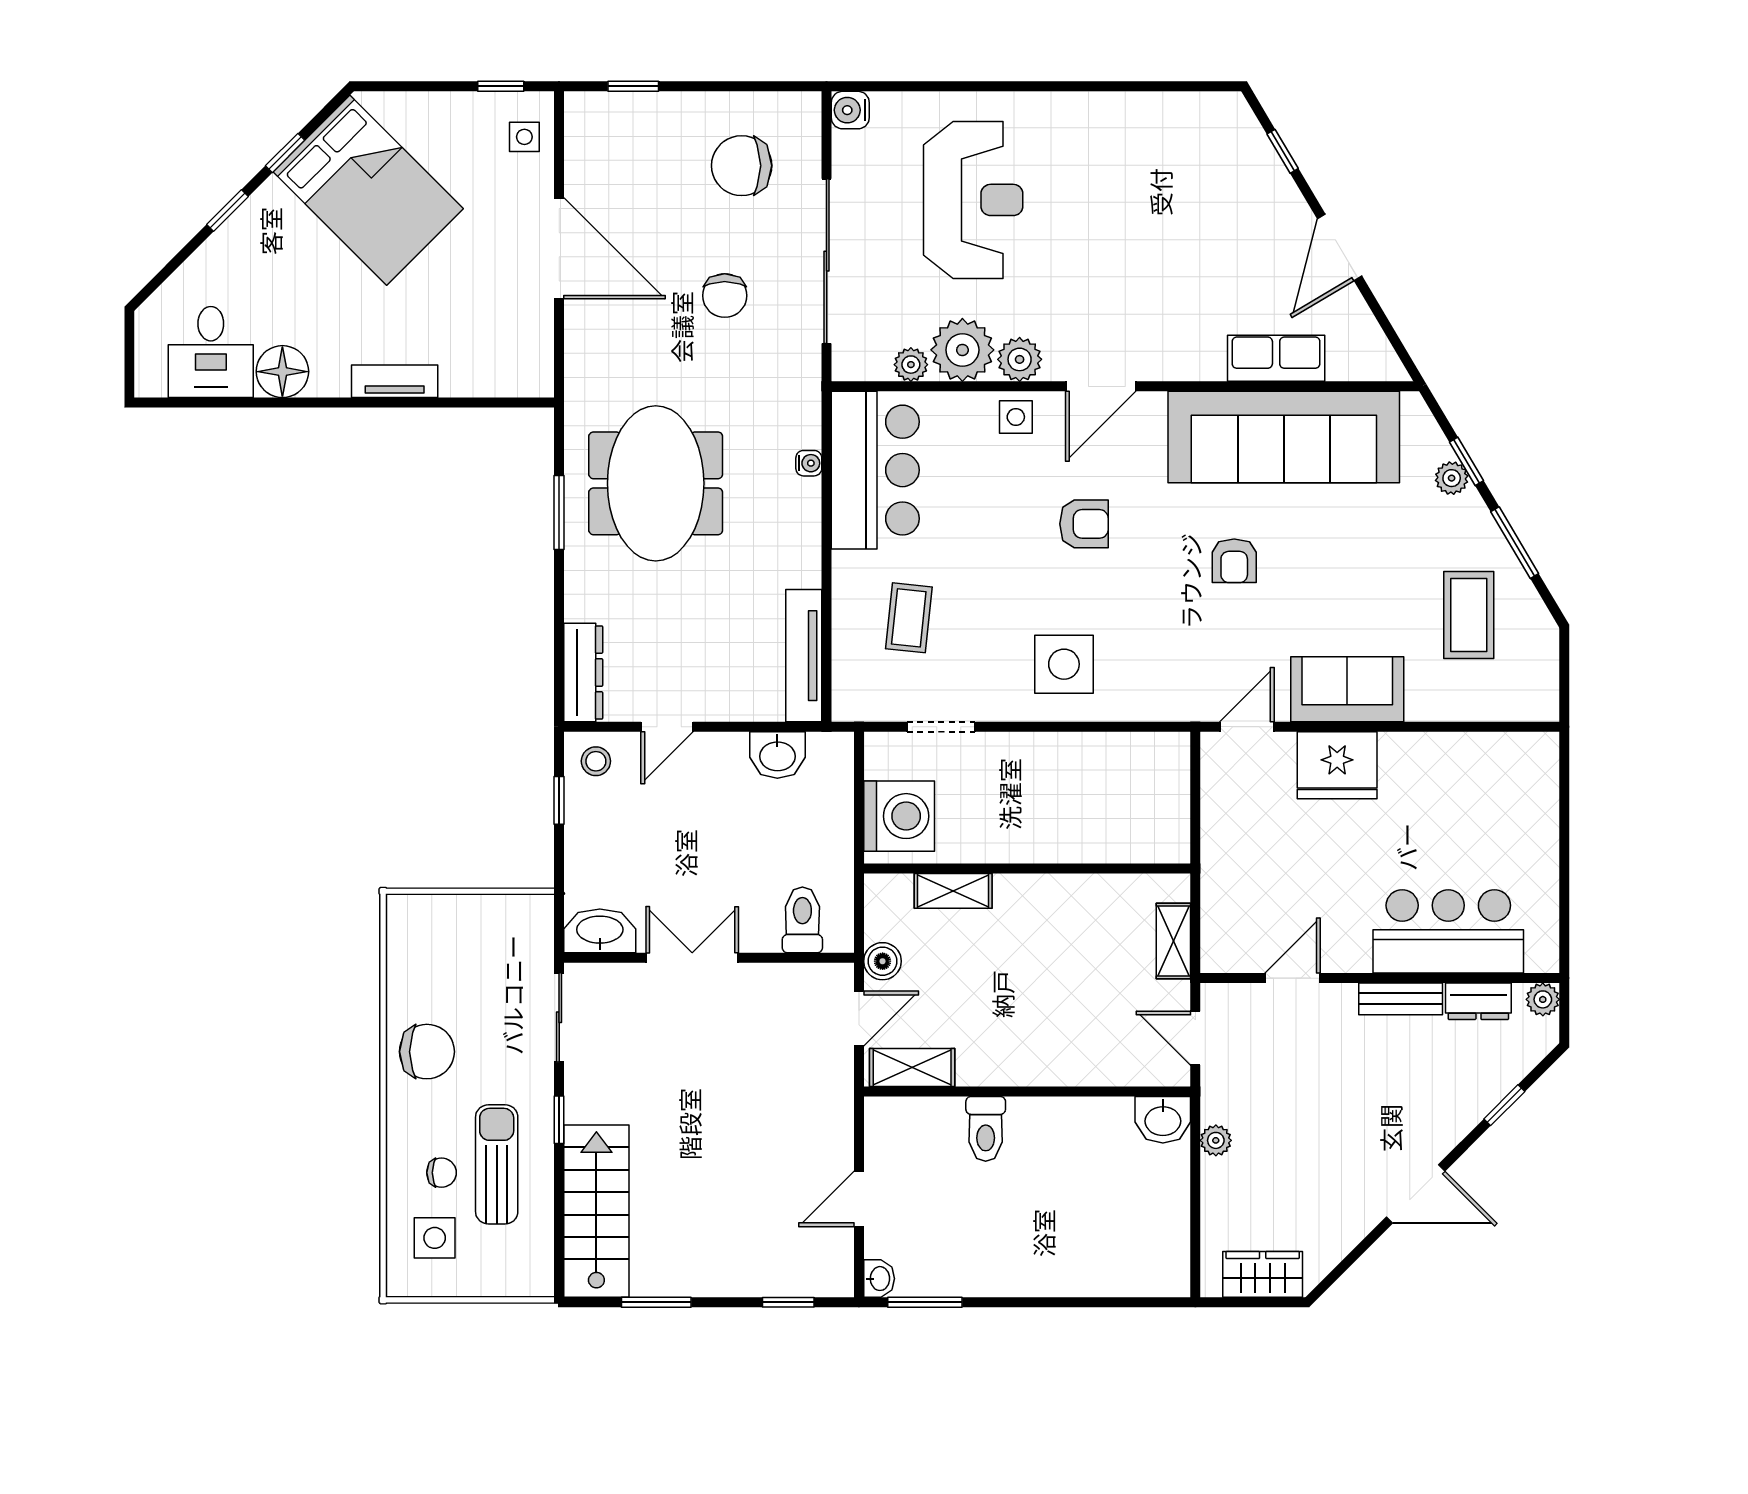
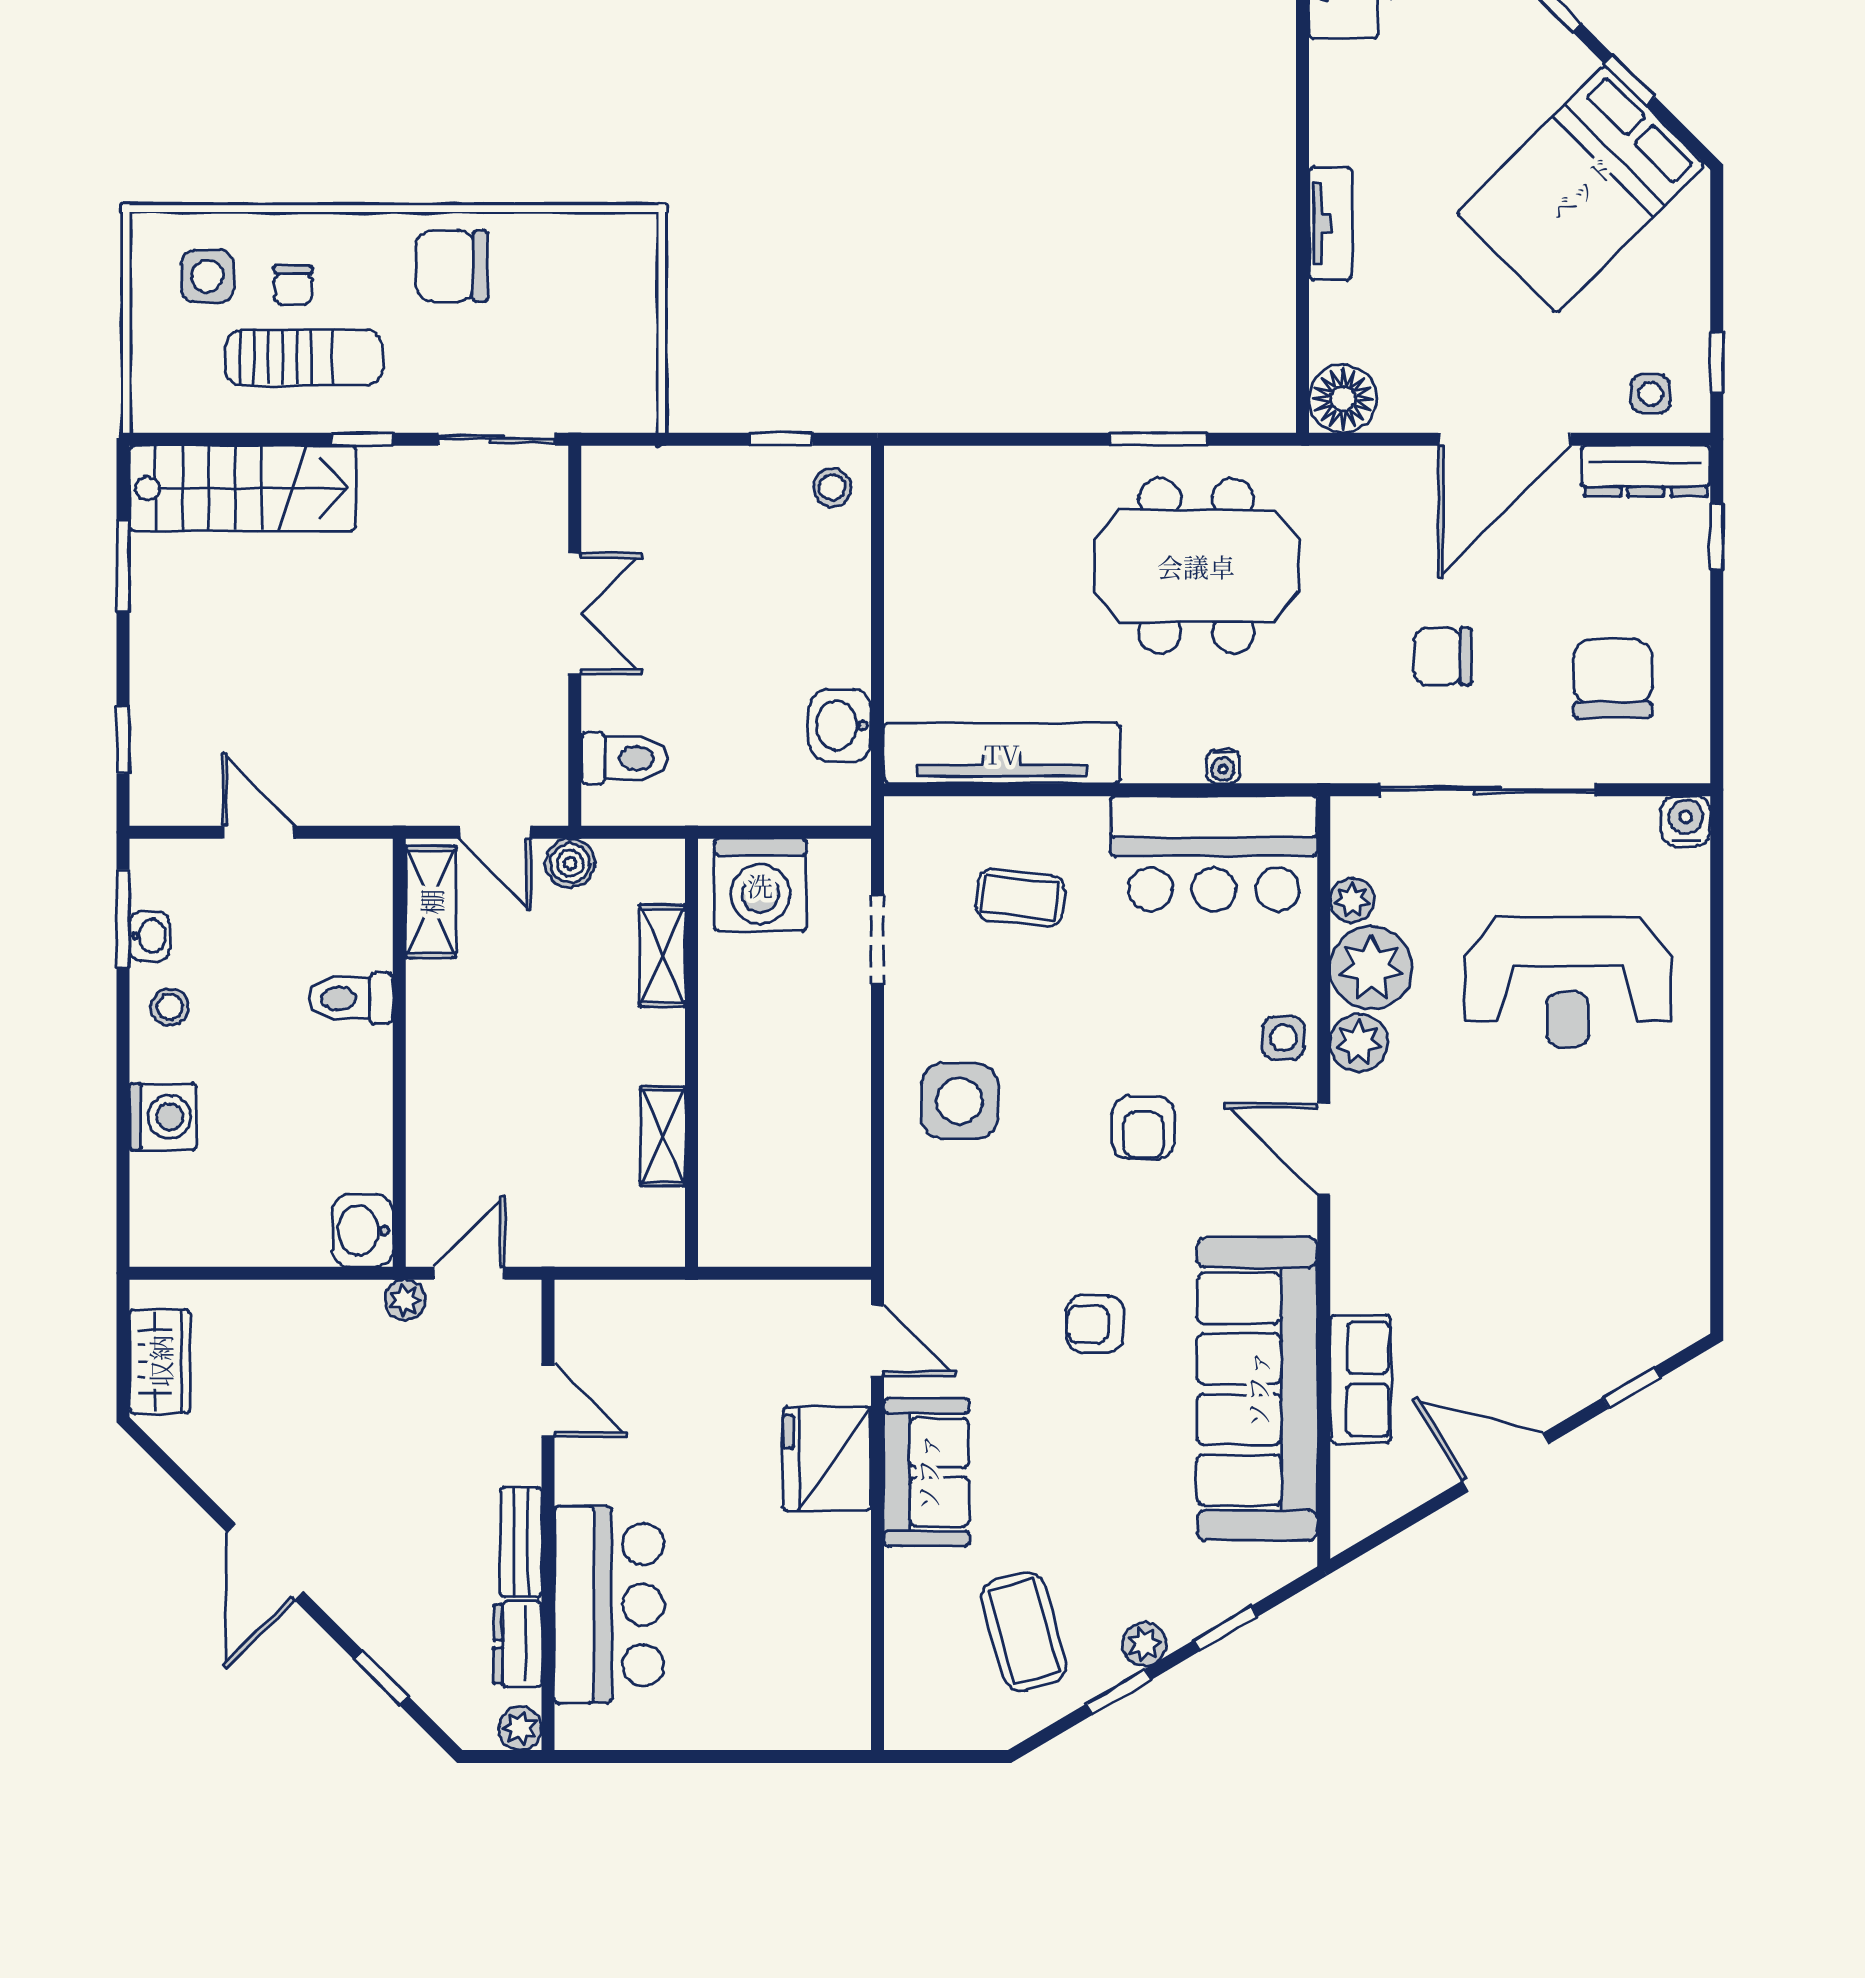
floor lamp: (282, 372) -> (1343, 399), moved
plant: (1452, 478) -> (1144, 1644), moved
window: (1515, 543) -> (1119, 1692), width x0.67
coffee table: (1469, 615) -> (1024, 1632), turned 74
tv unit: (804, 656) -> (1002, 753), width x1.36, depth x1.29
dresser: (583, 673) -> (1646, 471), moved
door: (667, 727) -> (877, 581), removed
washbasin: (600, 931) -> (610, 493), removed
shelving: (1173, 941) -> (663, 1136), moved, turned 90
chair: (427, 1052) -> (452, 266), turned 90
plant: (1216, 1140) -> (405, 1300), moved
stool: (992, 1267) -> (170, 1007), added
washing machine: (1076, 1272) -> (163, 1117), added
washbasin: (879, 1279) -> (149, 936), moved, turned -90

